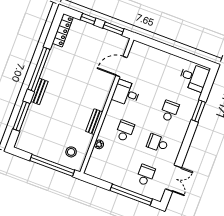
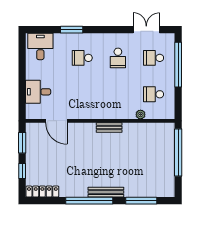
bench: (39, 91) -> (106, 192), width x1.36
desk: (126, 93) -> (38, 92), moved, turned 90
bench: (94, 122) -> (109, 127), moved
school desk: (125, 131) -> (154, 94), moved
stool: (71, 152) -> (158, 139), removed

